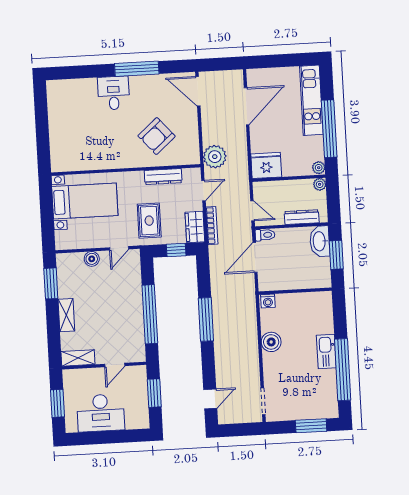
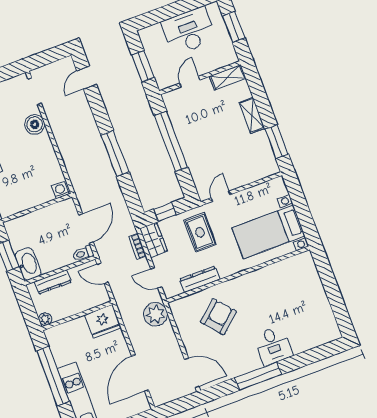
plant: (319, 168) -> (51, 335), removed
door: (203, 191) -> (156, 278), hinge flipped
bookcase: (212, 226) -> (138, 246), width x0.64
boiler: (92, 259) -> (244, 178), removed
boiler: (271, 342) -> (35, 124), moved

